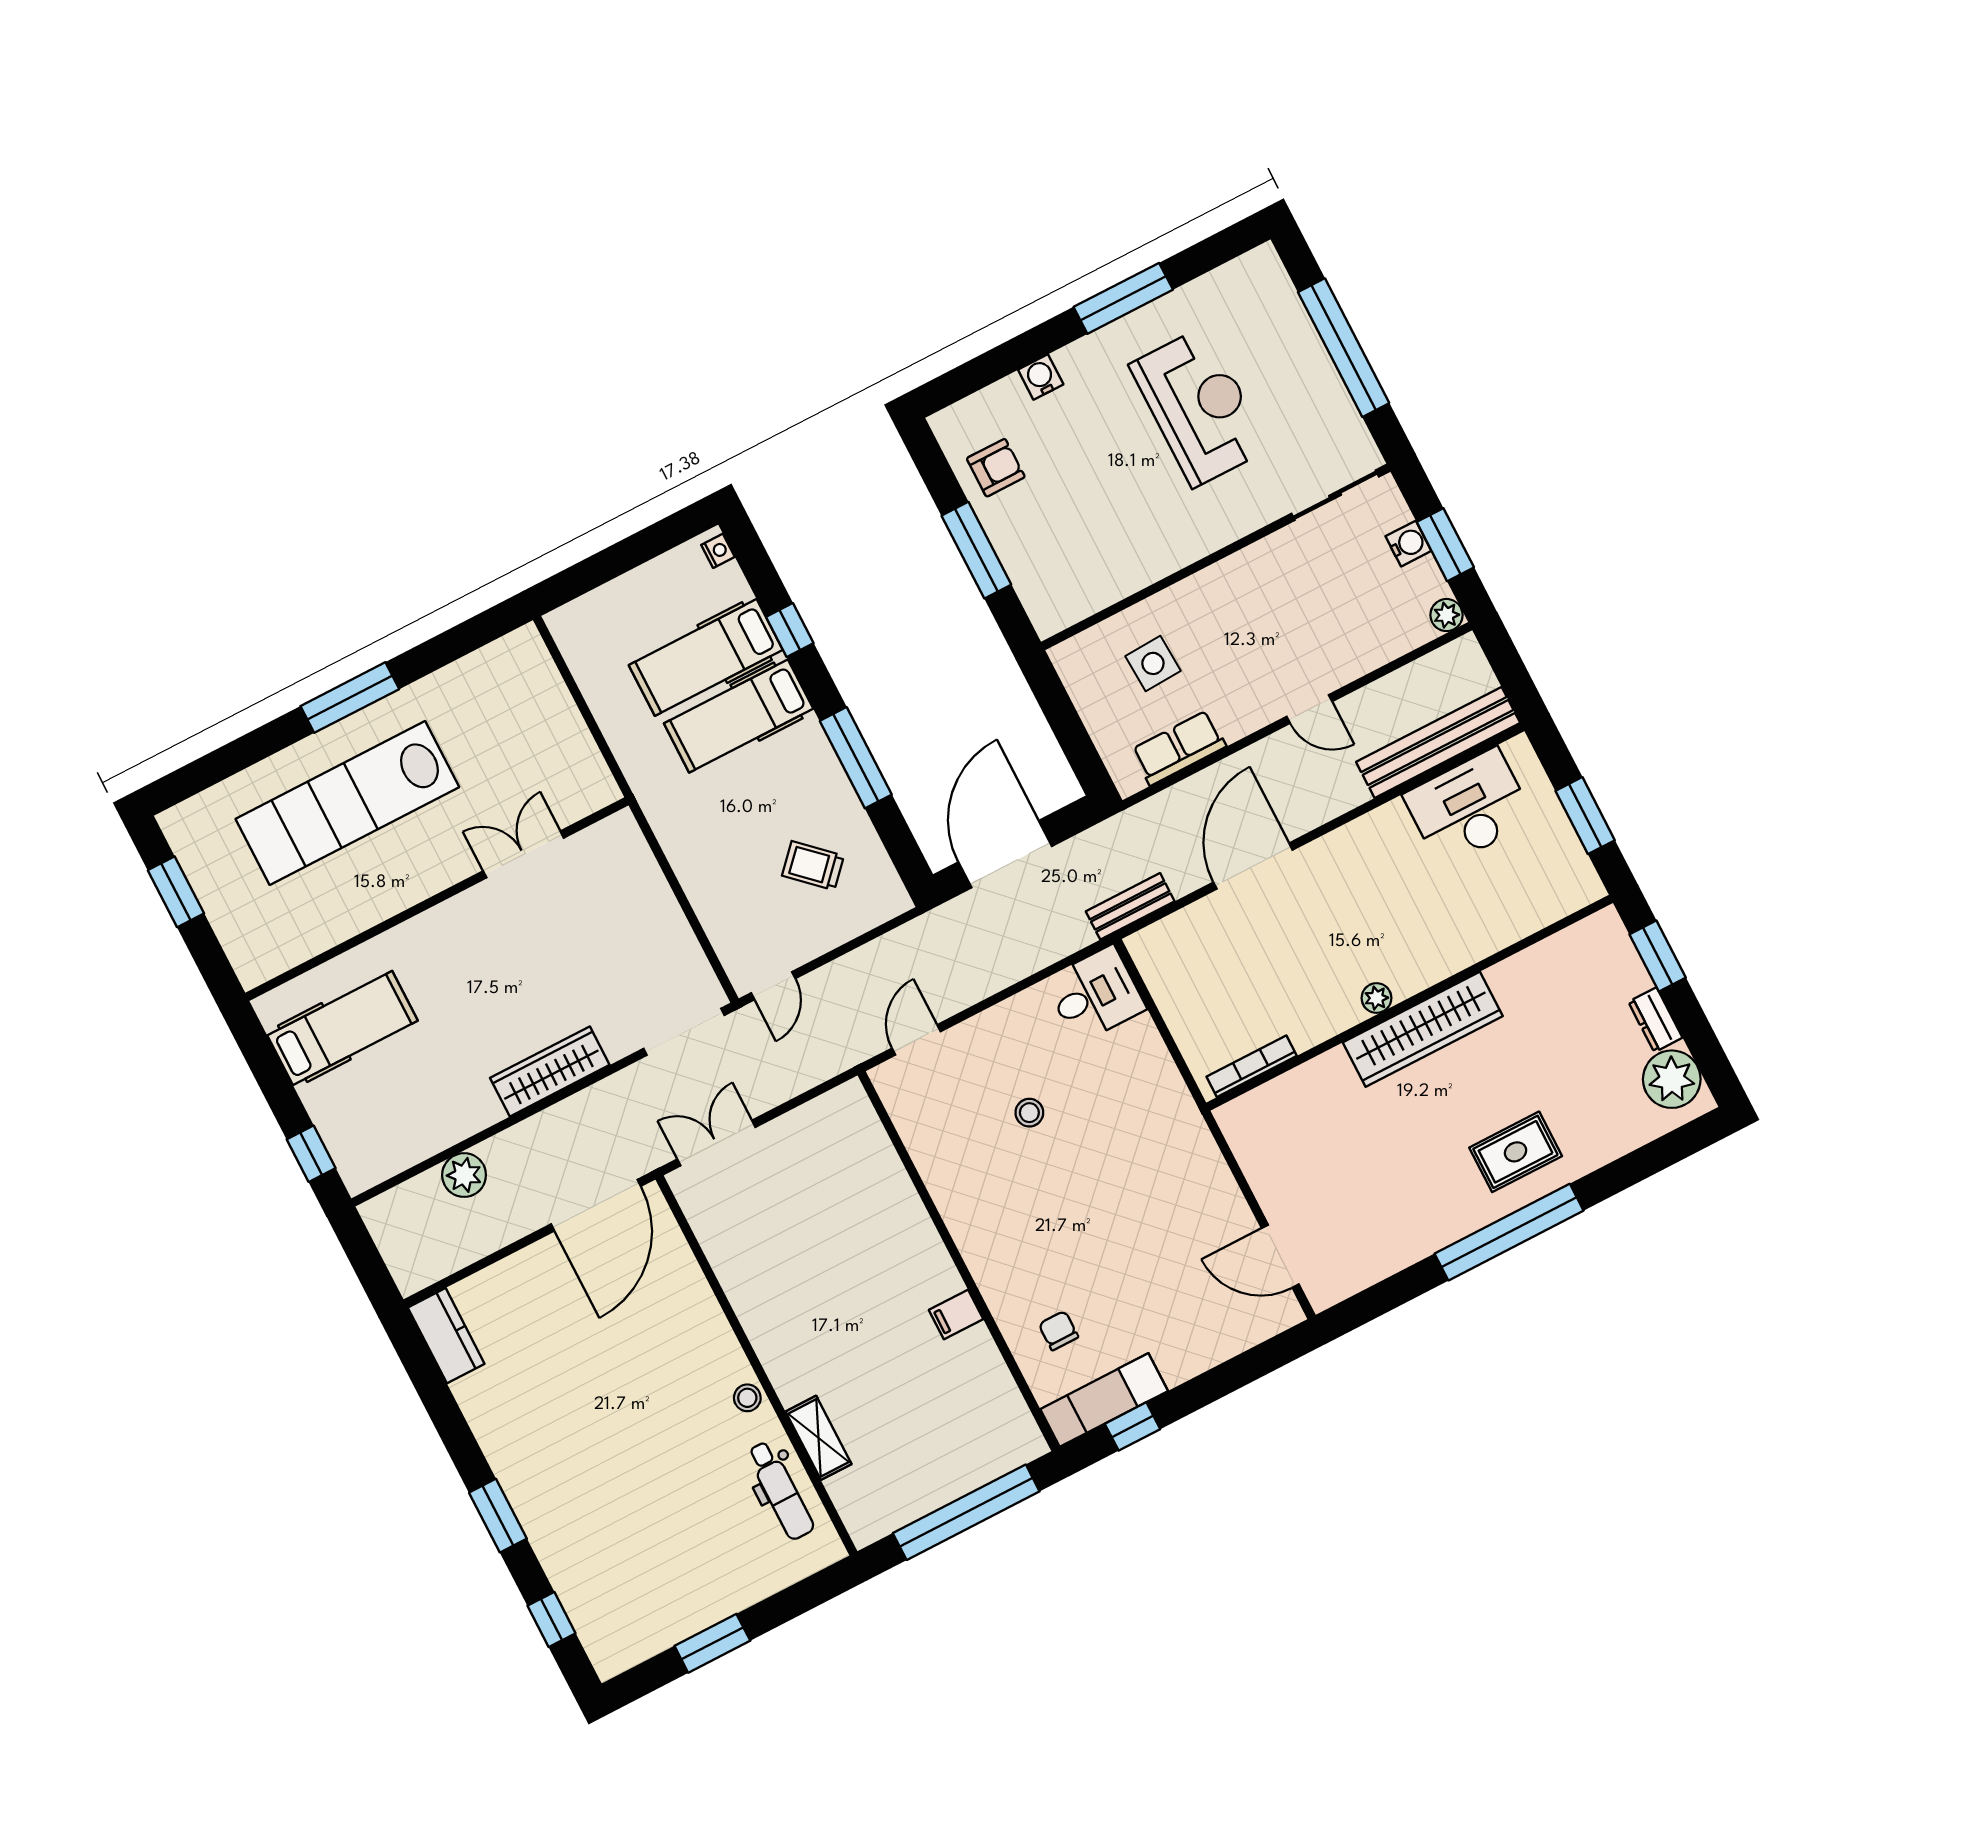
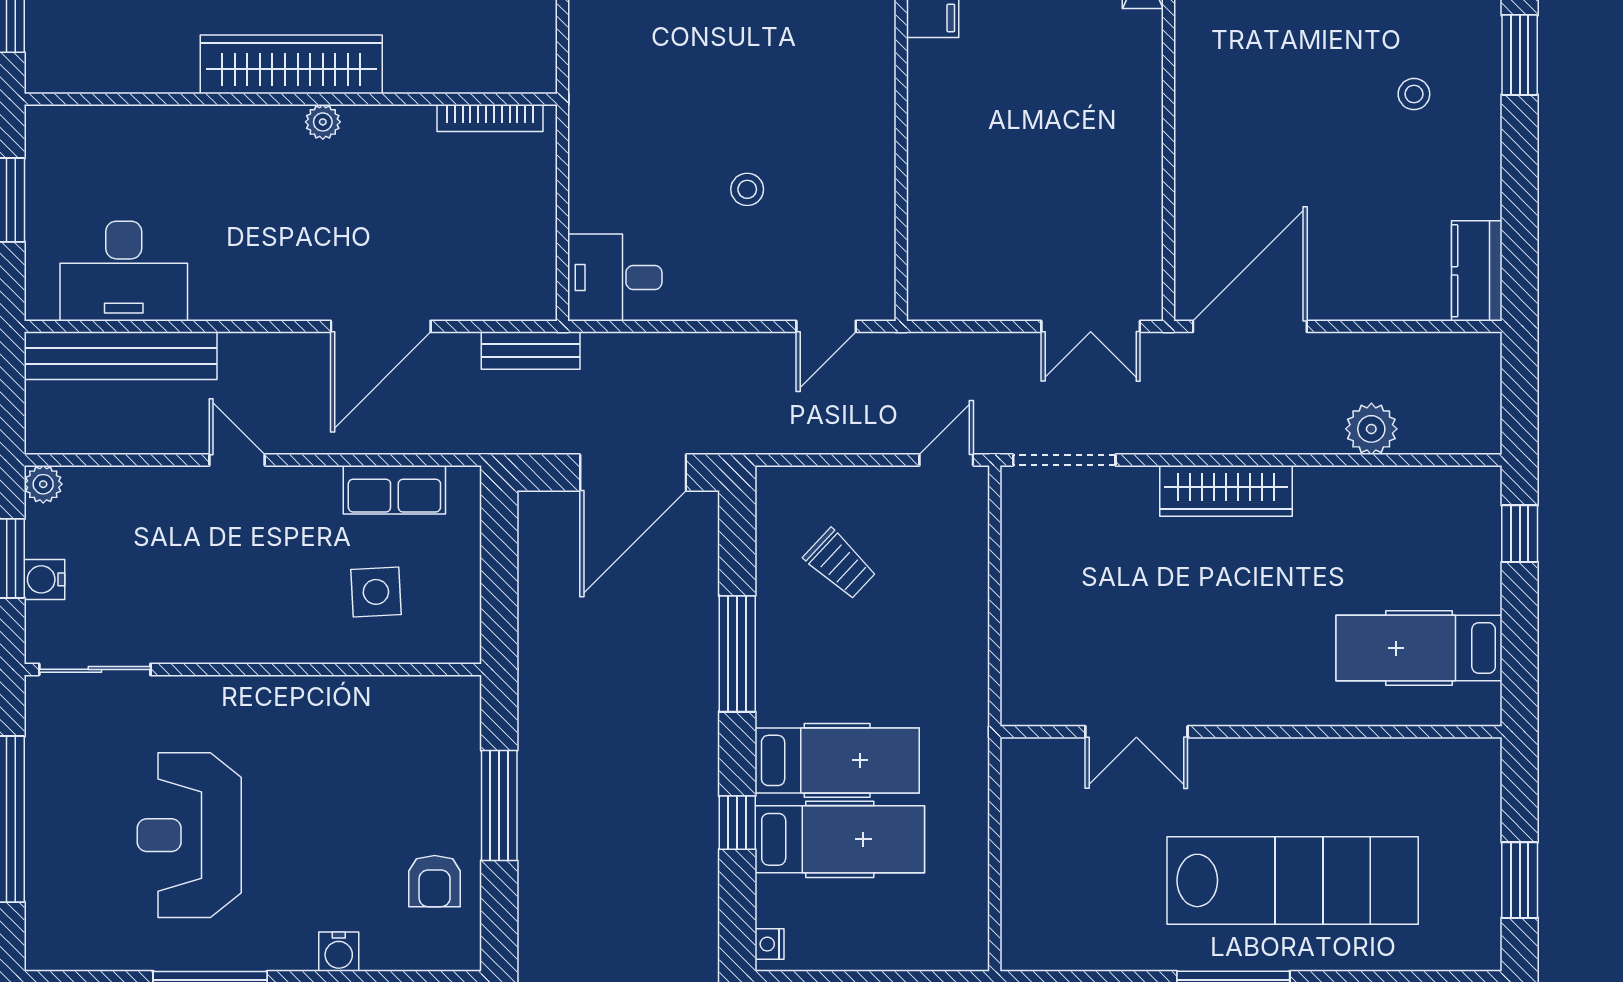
armchair: (996, 468) -> (435, 881), turned -90
stool: (747, 1398) -> (1414, 94), moved

